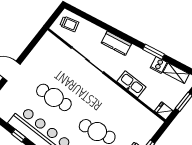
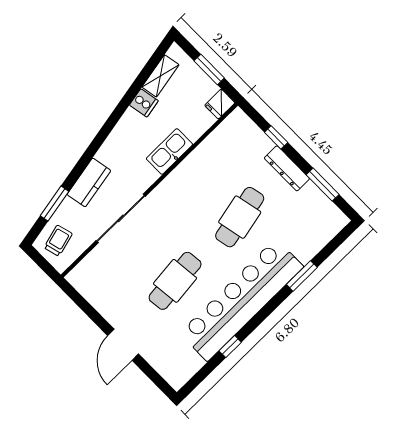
kitchen counter: (116, 43) -> (89, 183), moved
window: (154, 52) -> (55, 204), moved

